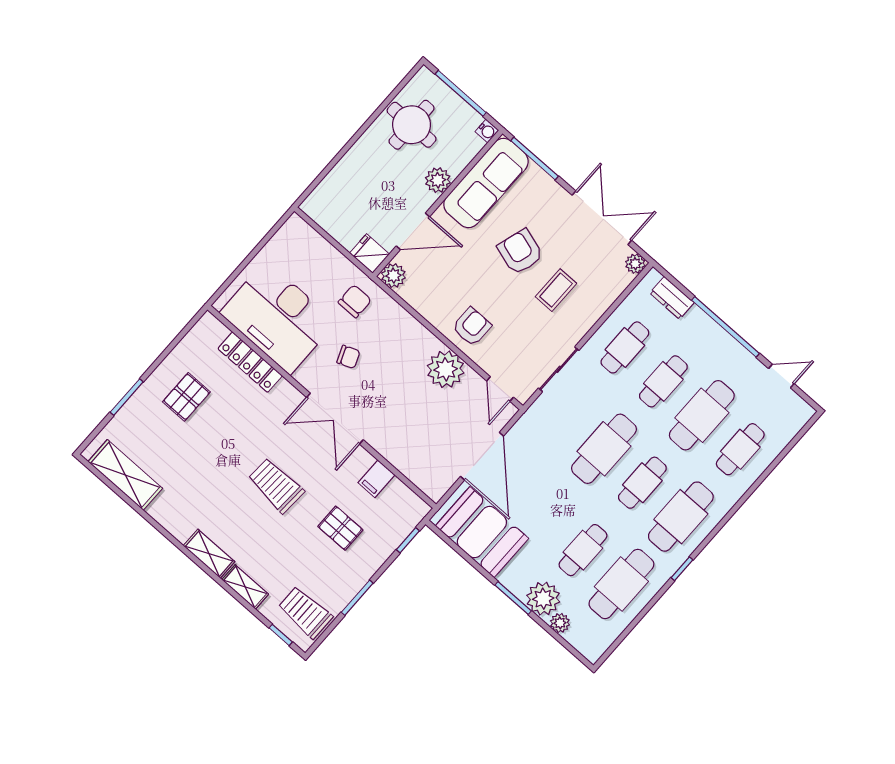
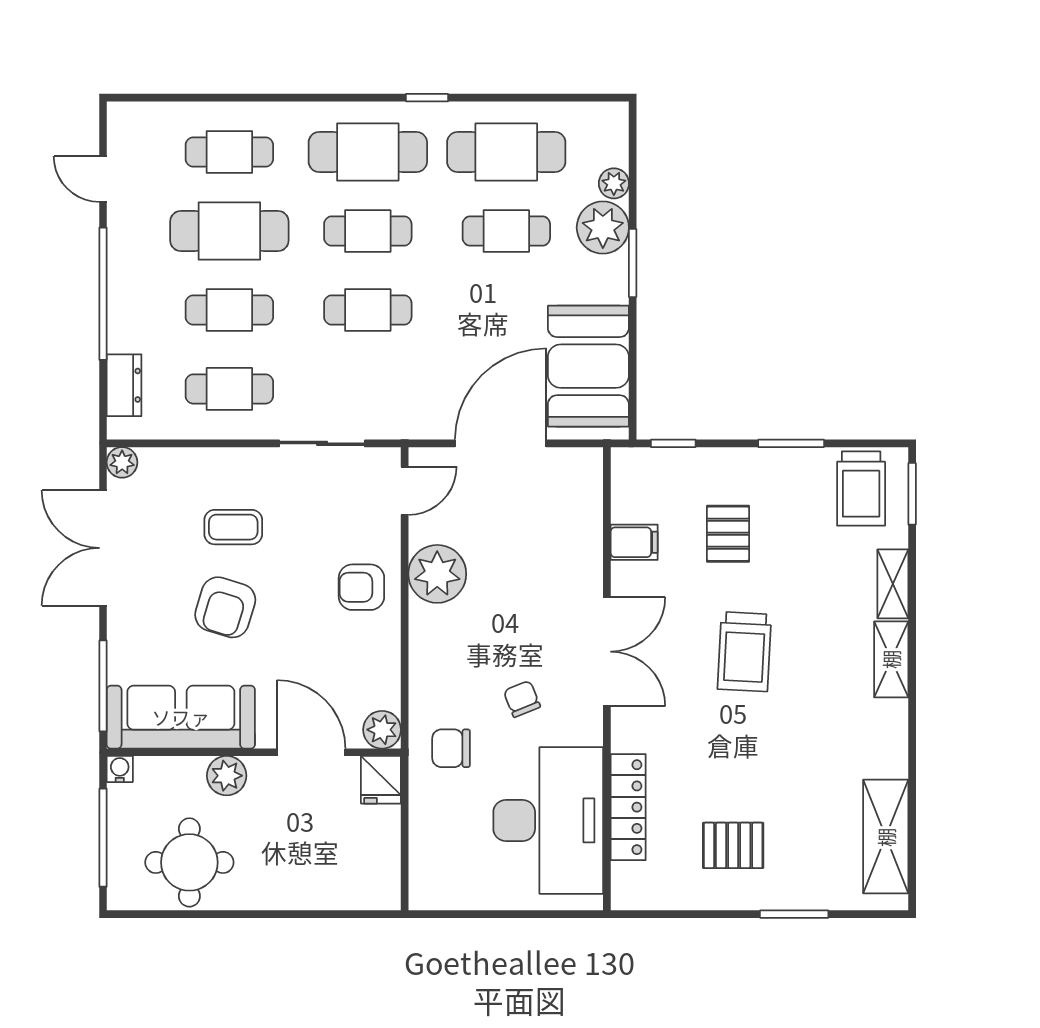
cafe table: (604, 449) -> (368, 310), width x0.73, depth x0.74
window: (281, 635) -> (912, 494), width x1.50

